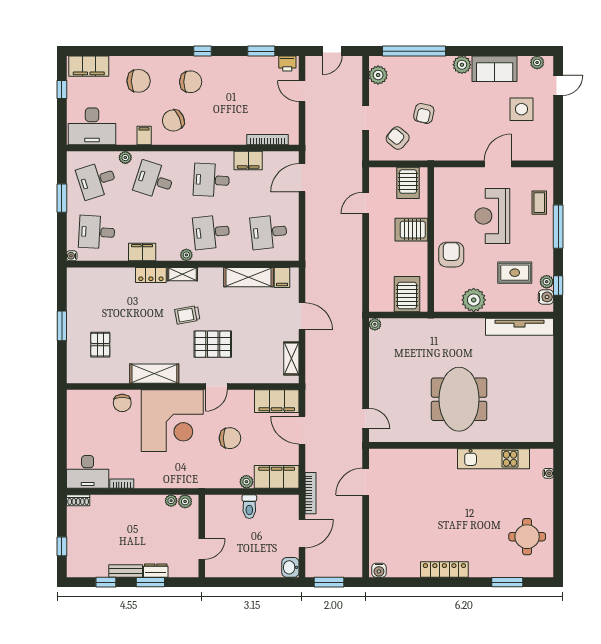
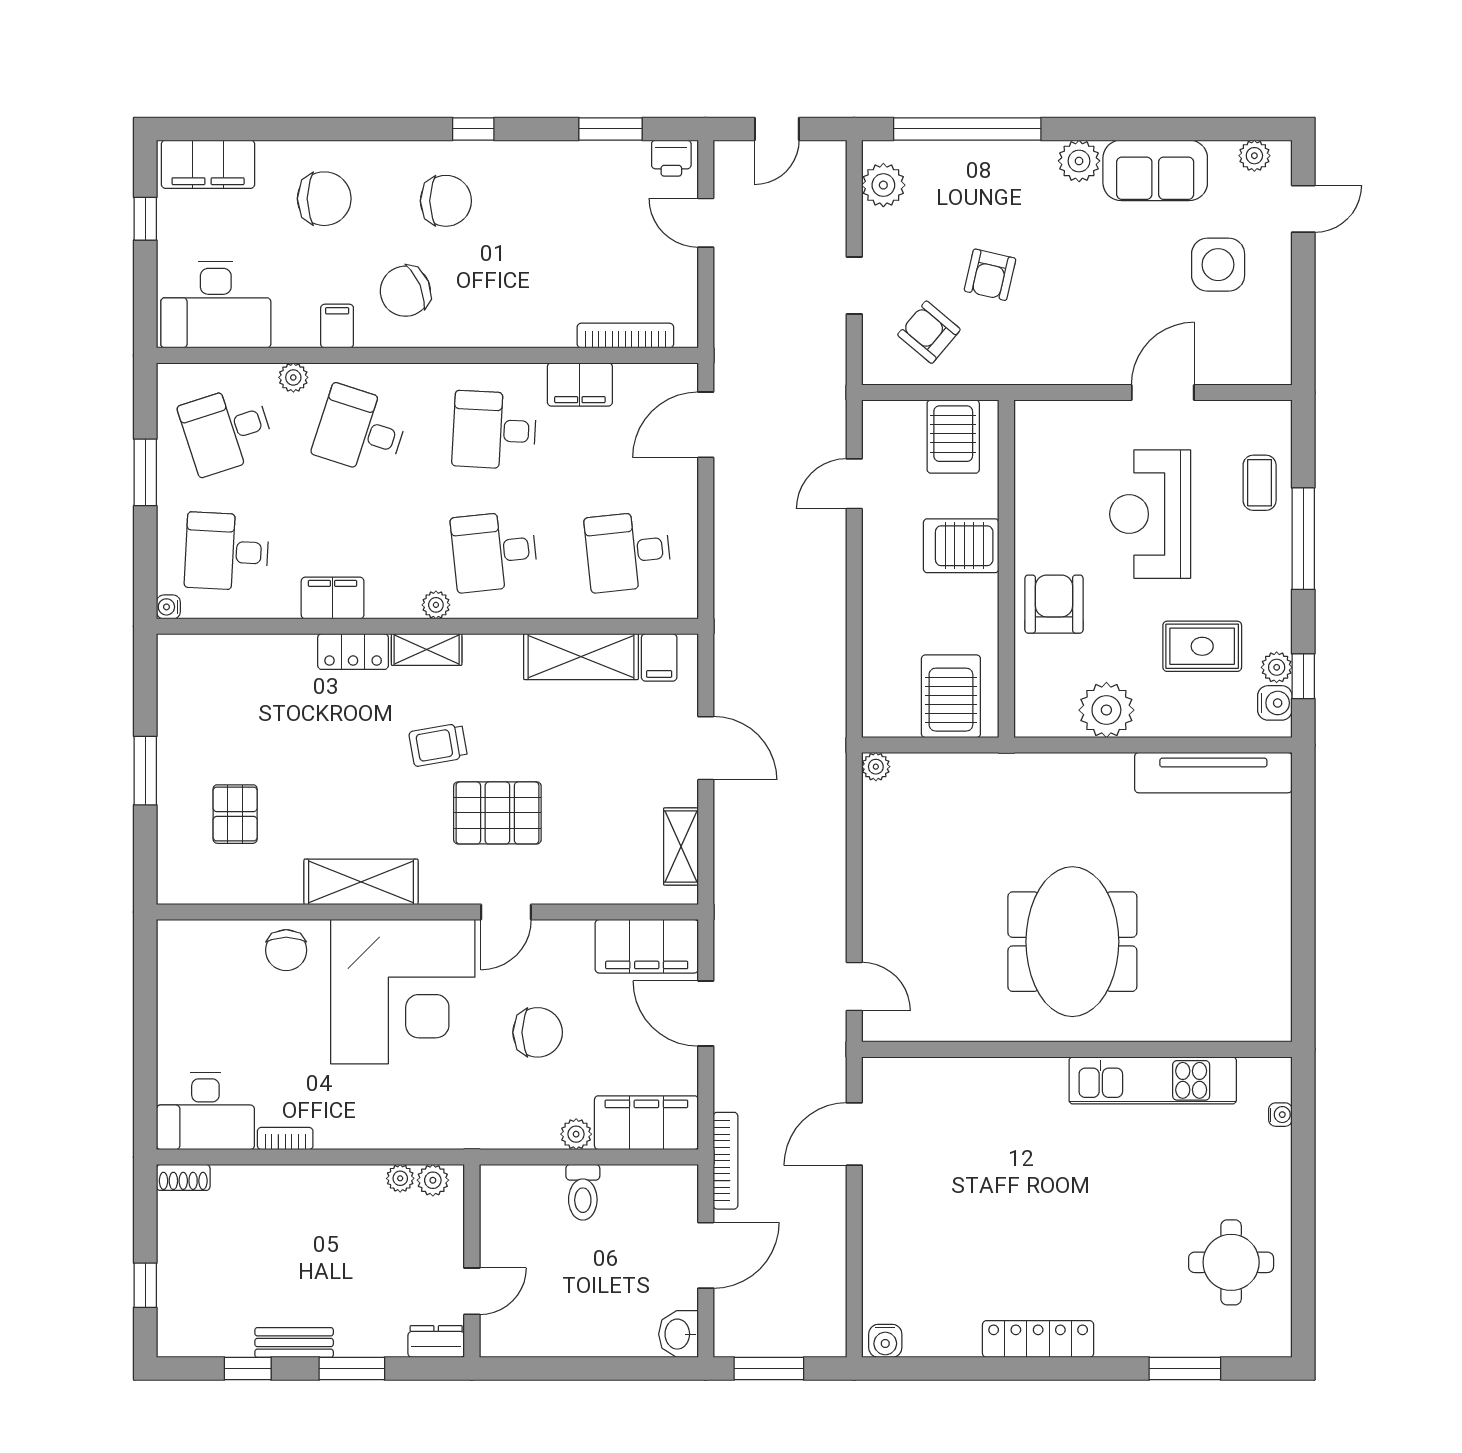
dresser: (156, 571) -> (436, 1342), moved

